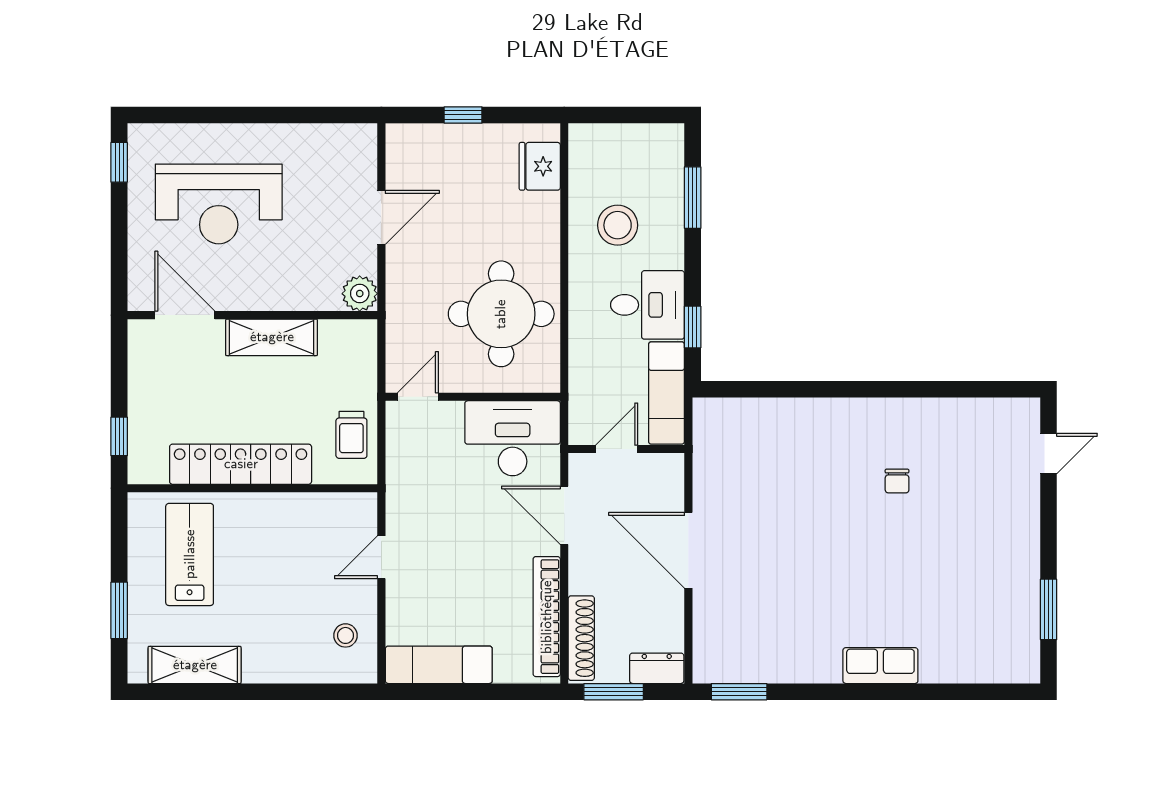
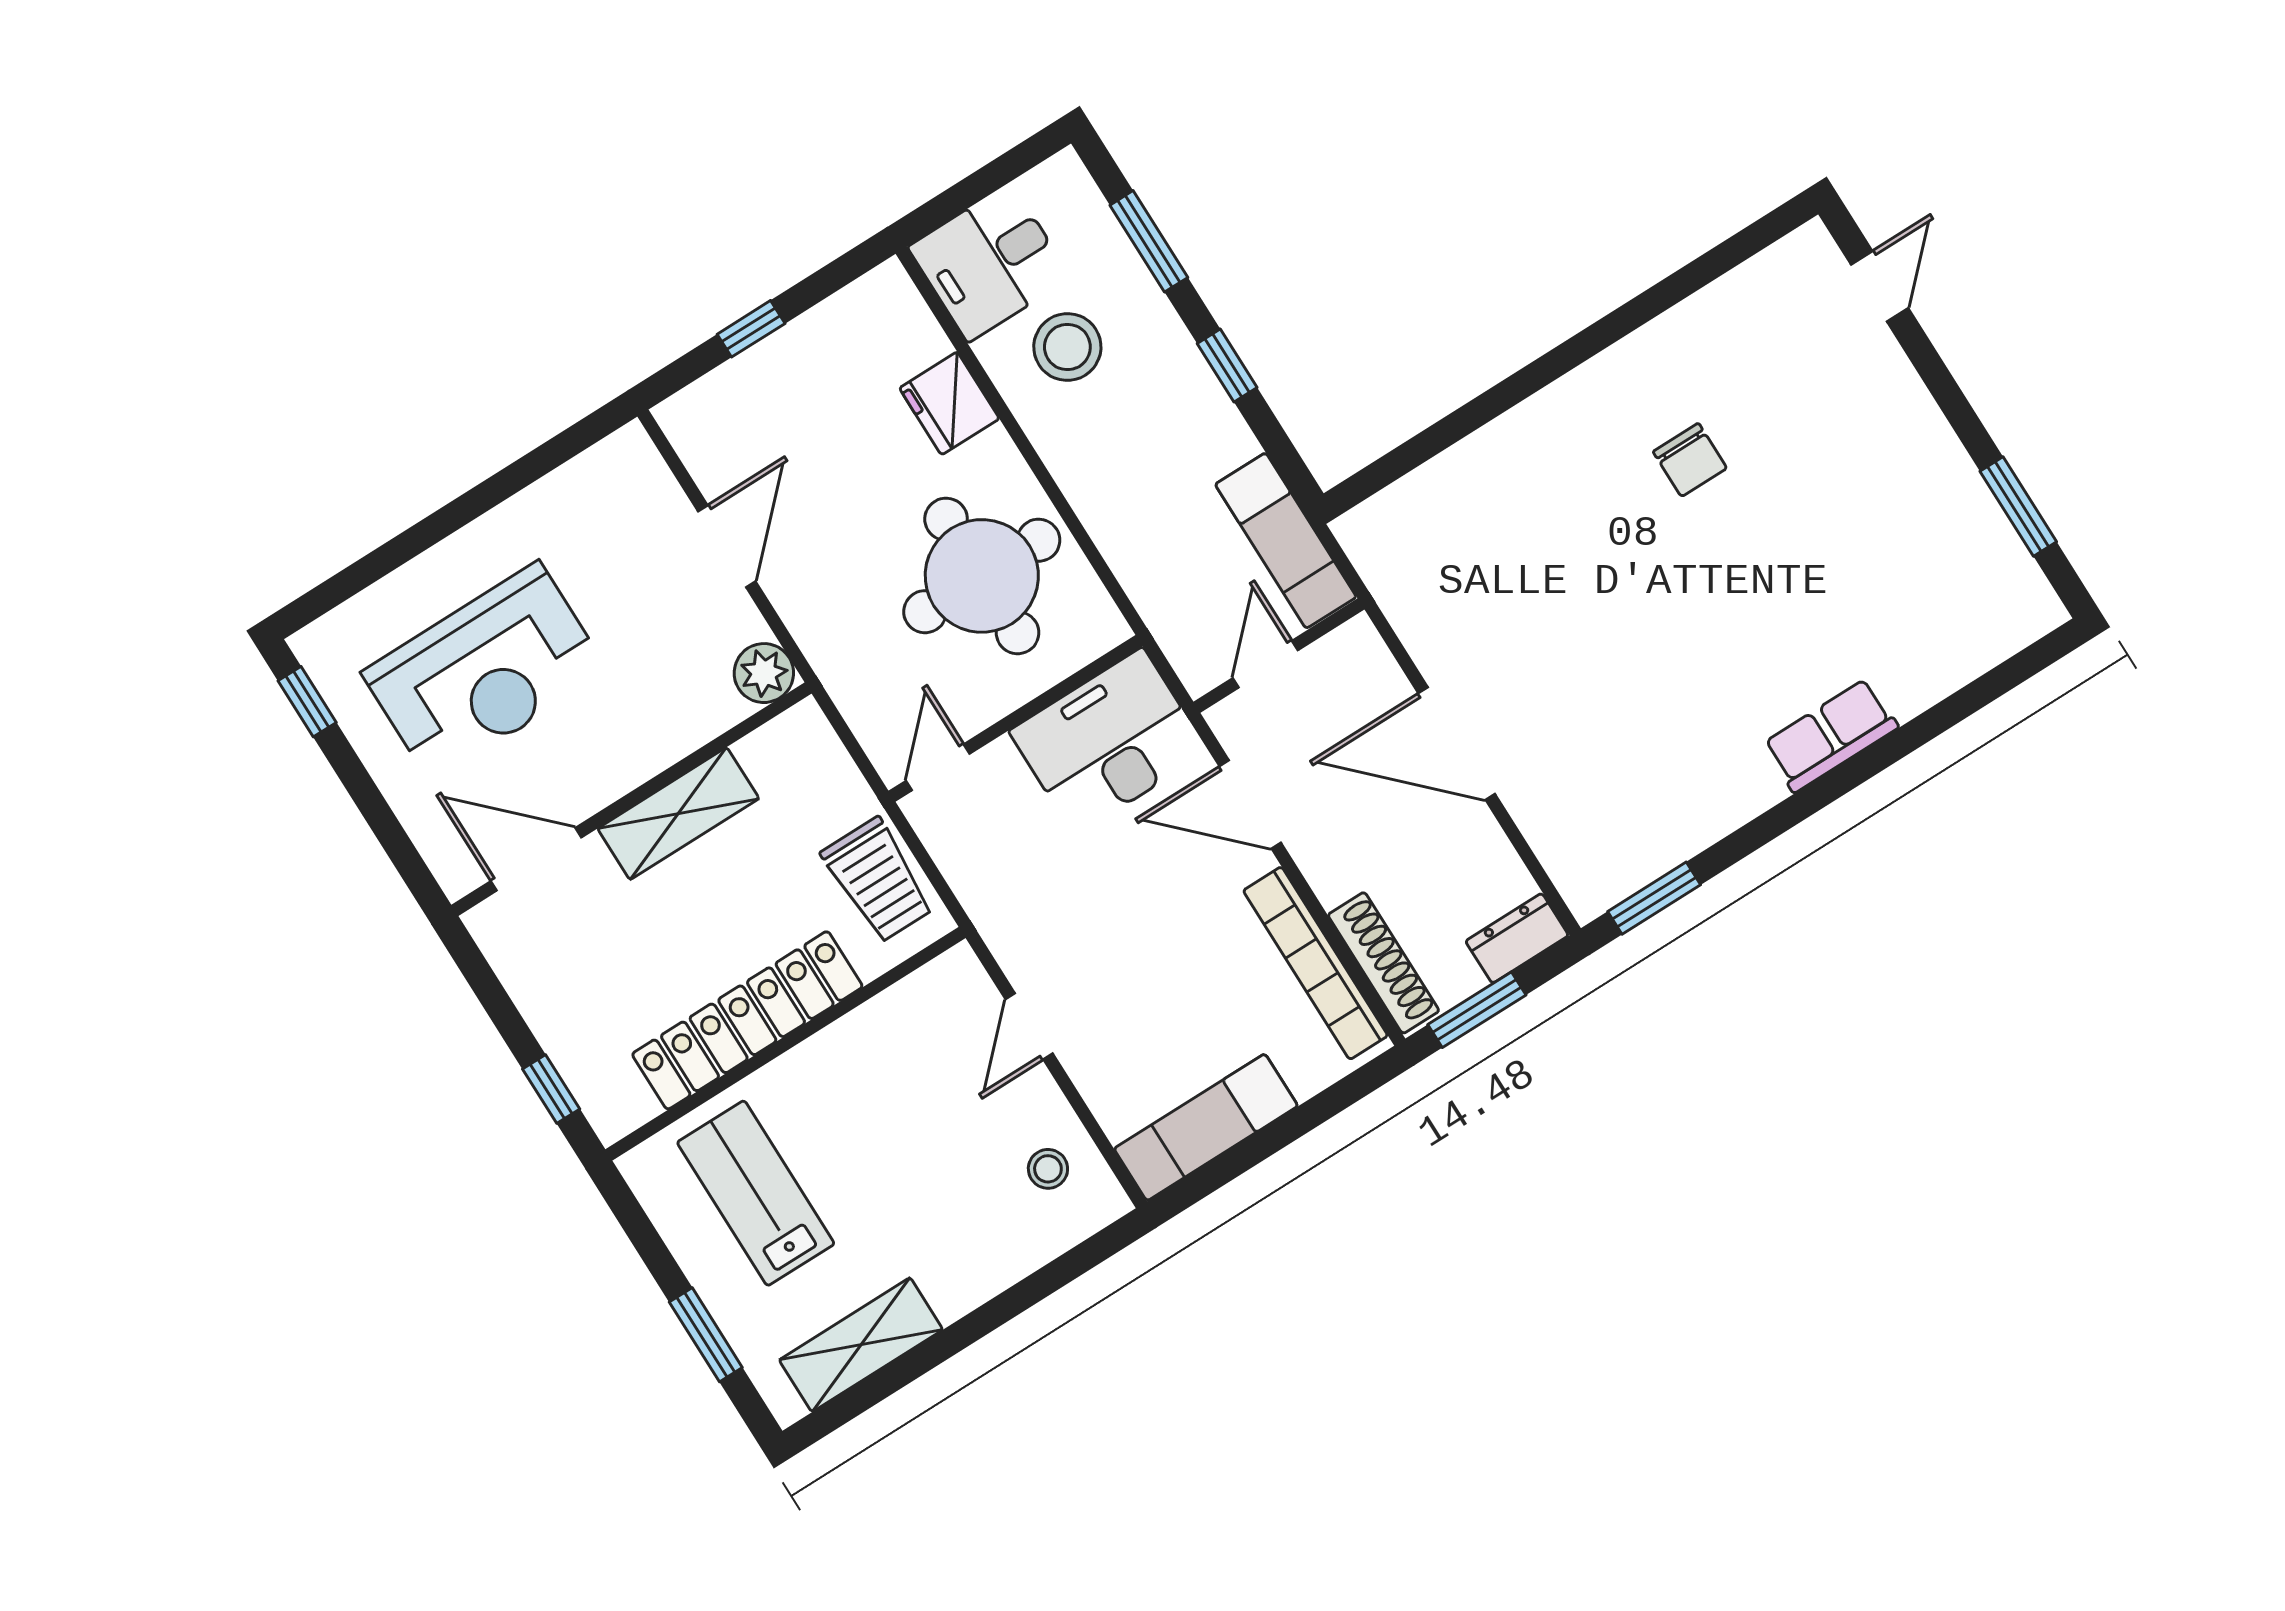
fridge: (540, 166) -> (949, 403), moved
desk: (647, 305) -> (990, 262), moved, turned 180
window: (693, 327) -> (1227, 366), moved
trolley: (351, 435) -> (878, 880), width x1.36, depth x1.39
chair: (897, 481) -> (1690, 460), width x1.37, depth x1.37

